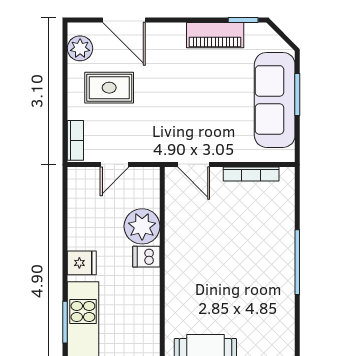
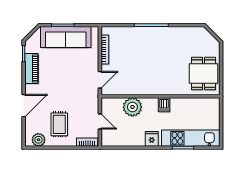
door: (124, 20) -> (24, 106), moved
dishwasher: (146, 257) -> (164, 105), moved

